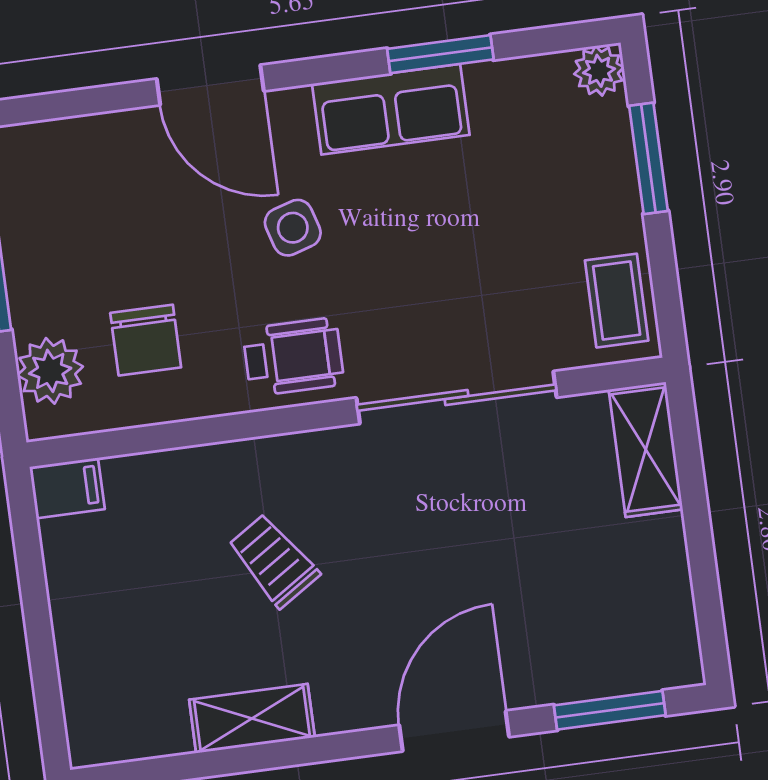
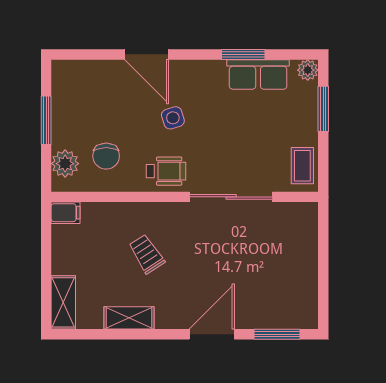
row of seats: (391, 109) -> (258, 74), moved
shelving: (646, 449) -> (63, 302), moved

